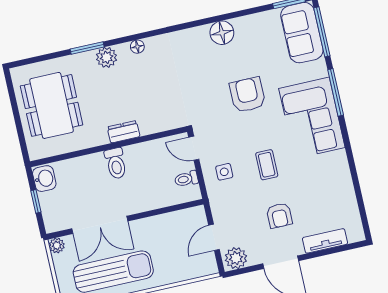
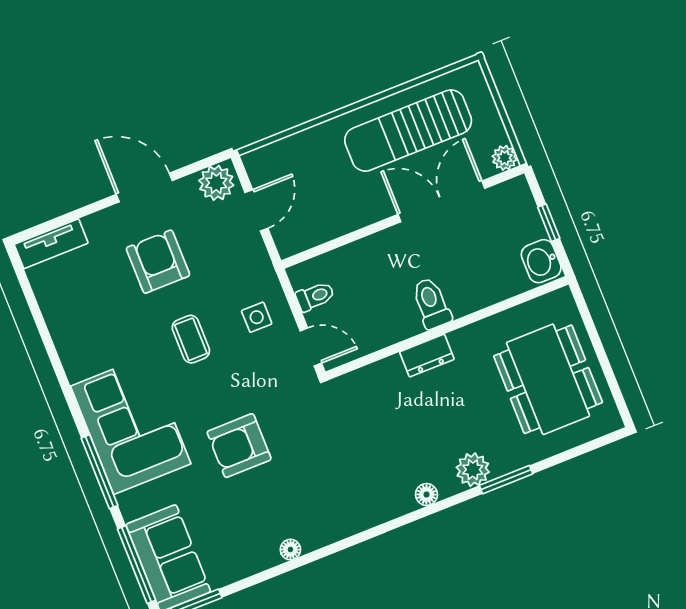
floor lamp: (222, 33) -> (290, 550), width x0.53, depth x0.53
armchair: (247, 95) -> (239, 446), turned 90
armchair: (279, 215) -> (158, 262), width x1.38, depth x1.38
tv unit: (325, 241) -> (51, 244), moved

